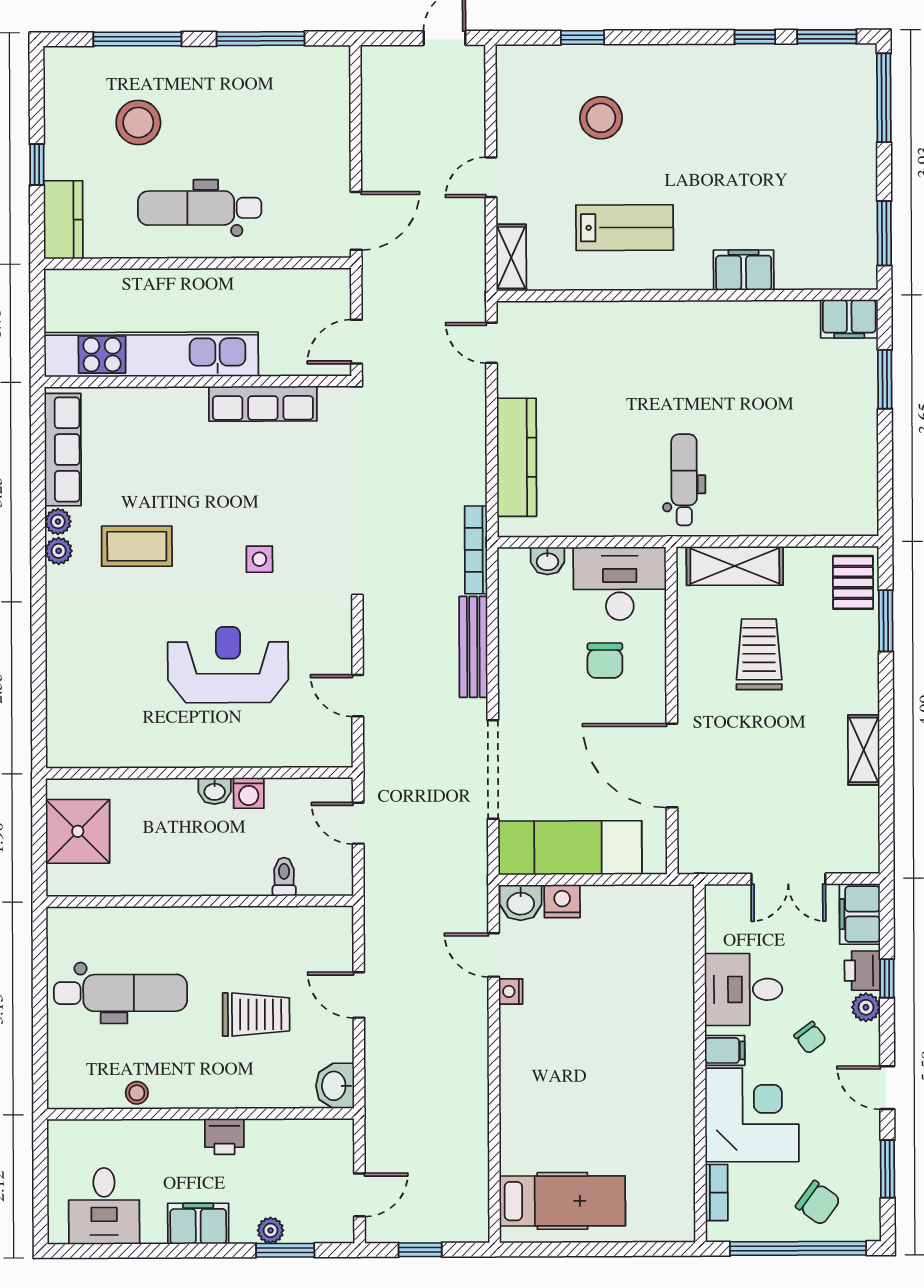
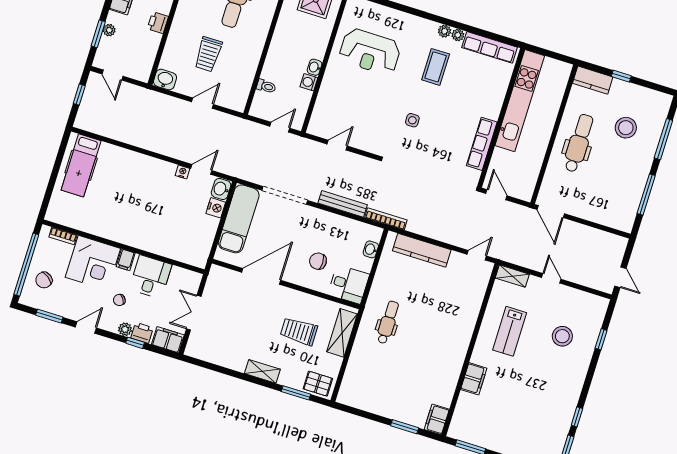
dental chair: (684, 480) -> (388, 322), turned -90
desk: (620, 584) -> (349, 284), width x0.73
trolley: (759, 654) -> (299, 331), turned 180
reception desk: (228, 665) -> (370, 52), moved, turned 90
shelving: (864, 750) -> (262, 371), moved

